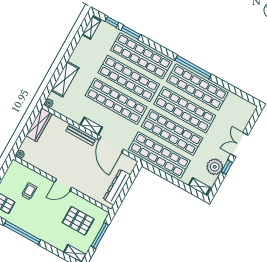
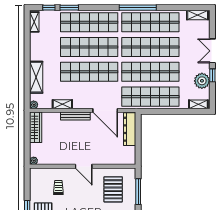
shelving: (244, 104) -> (198, 15), added
shelving: (91, 126) -> (62, 104), moved
door: (63, 185) -> (84, 166), hinge flipped
dresser: (117, 187) -> (130, 129), moved
pallet: (78, 221) -> (113, 189), turned 90

